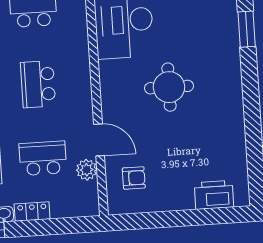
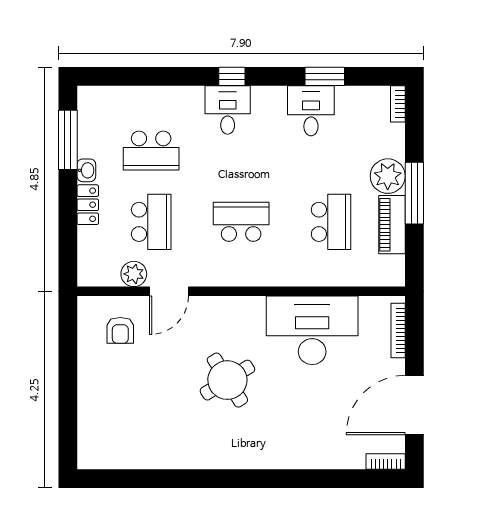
window: (247, 29) -> (291, 479), removed
round table: (169, 87) -> (227, 380), turned -32
printer: (214, 195) -> (94, 426), removed

